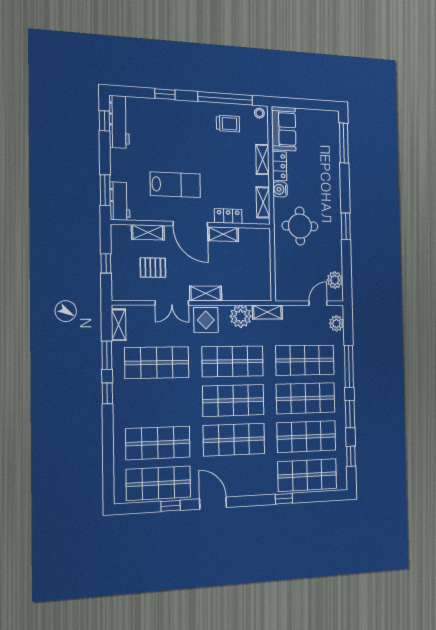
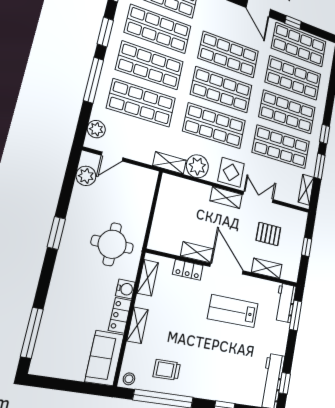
shop shelf: (157, 403) -> (287, 112), added

